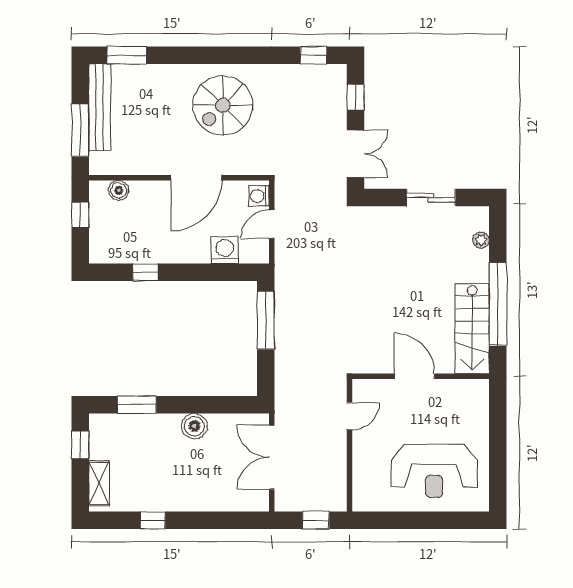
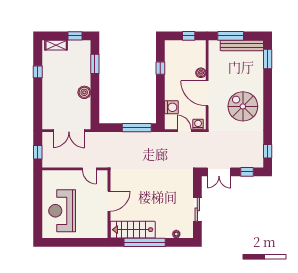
boiler: (119, 190) -> (201, 73), moved
double door: (272, 457) -> (69, 131), swing flipped

